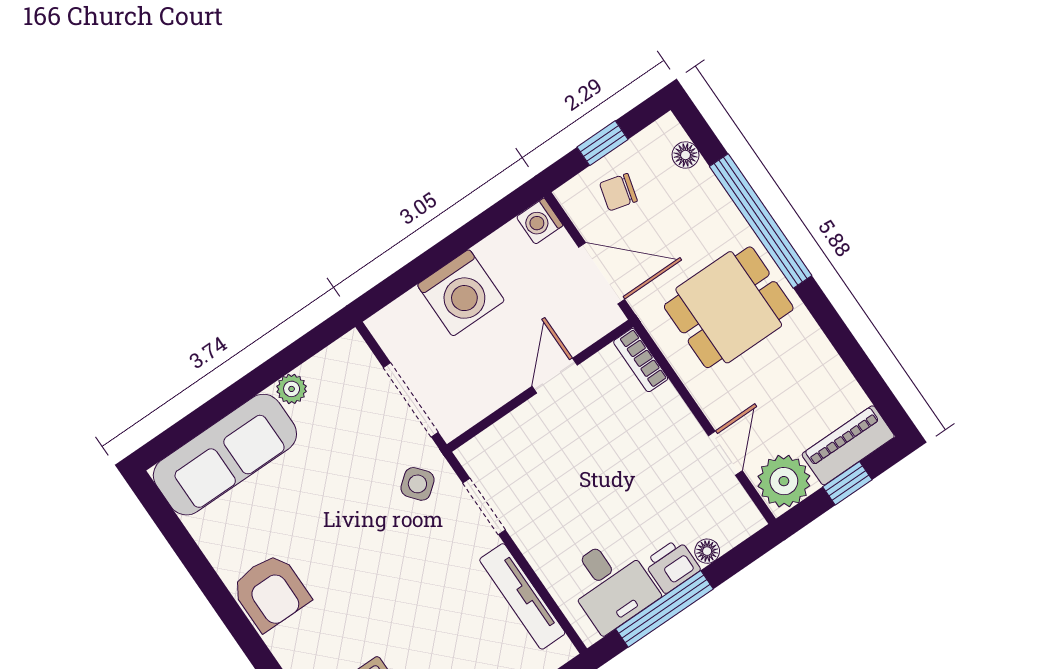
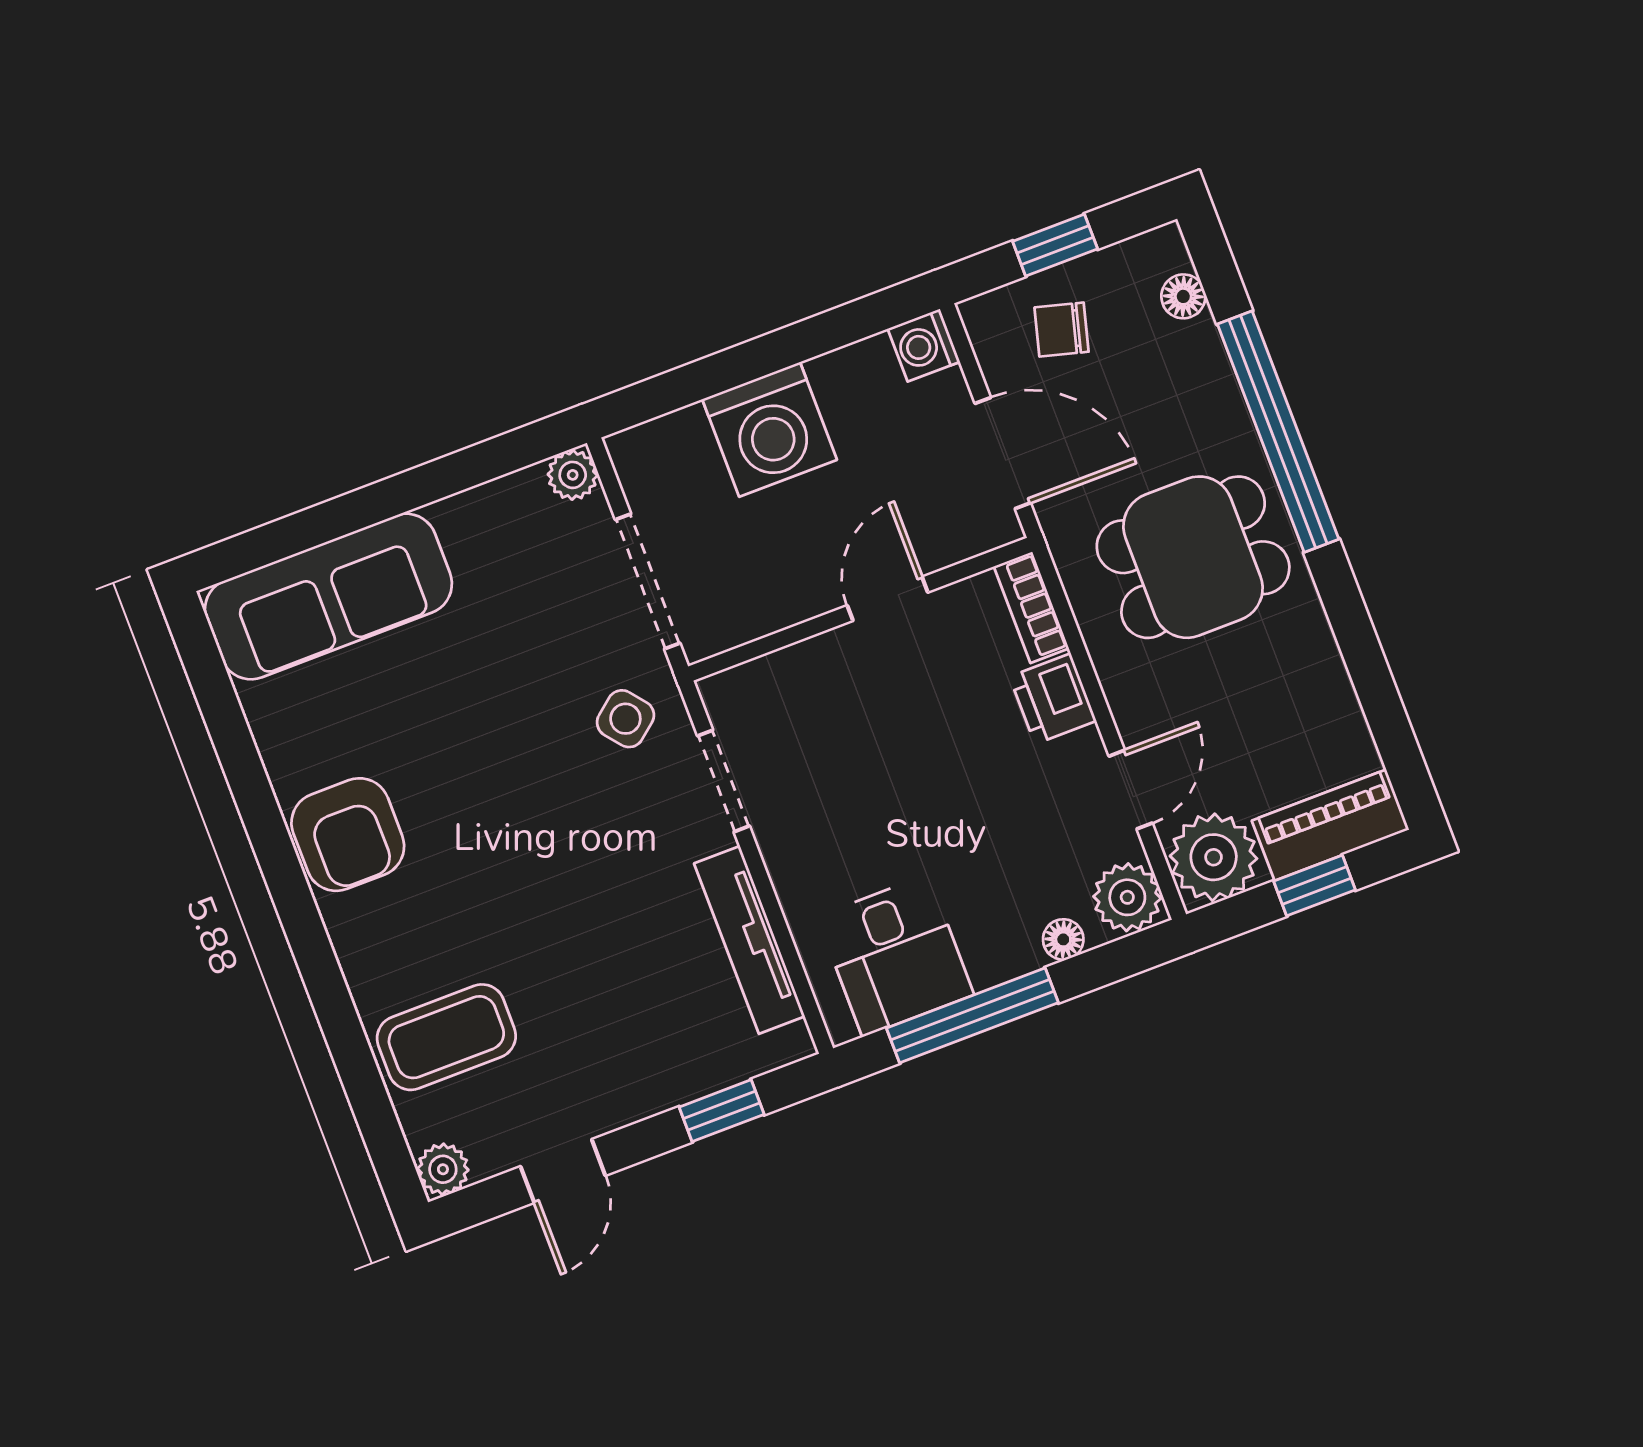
plant: (292, 389) -> (573, 475), moved
plant: (739, 517) -> (1127, 897), added
printer: (672, 566) -> (1053, 699), moved, turned -90

